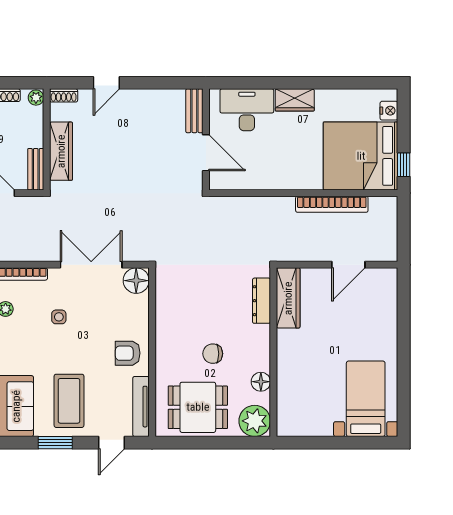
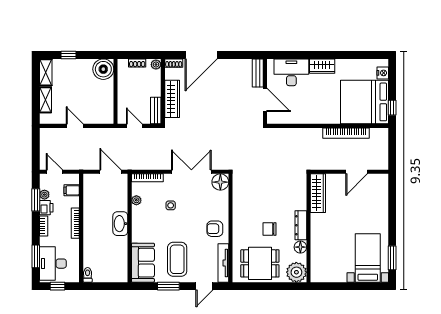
door: (106, 83) -> (201, 55), width x1.87
dresser: (261, 301) -> (301, 225), moved
window: (404, 399) -> (392, 258), added

